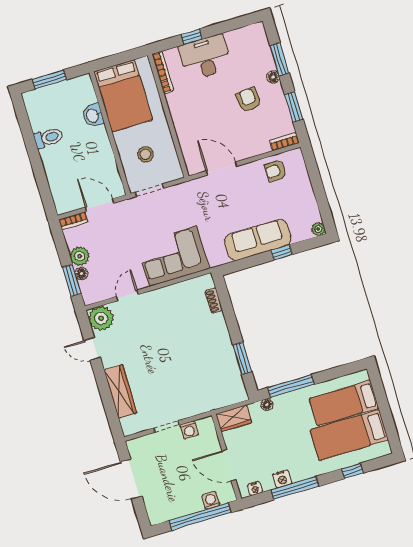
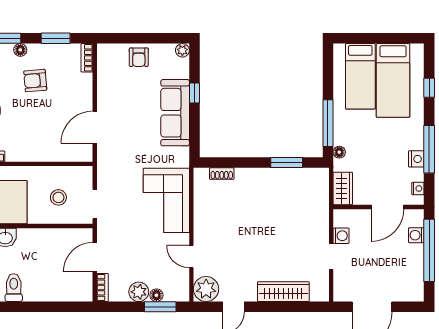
armchair: (275, 171) -> (139, 57), moved

